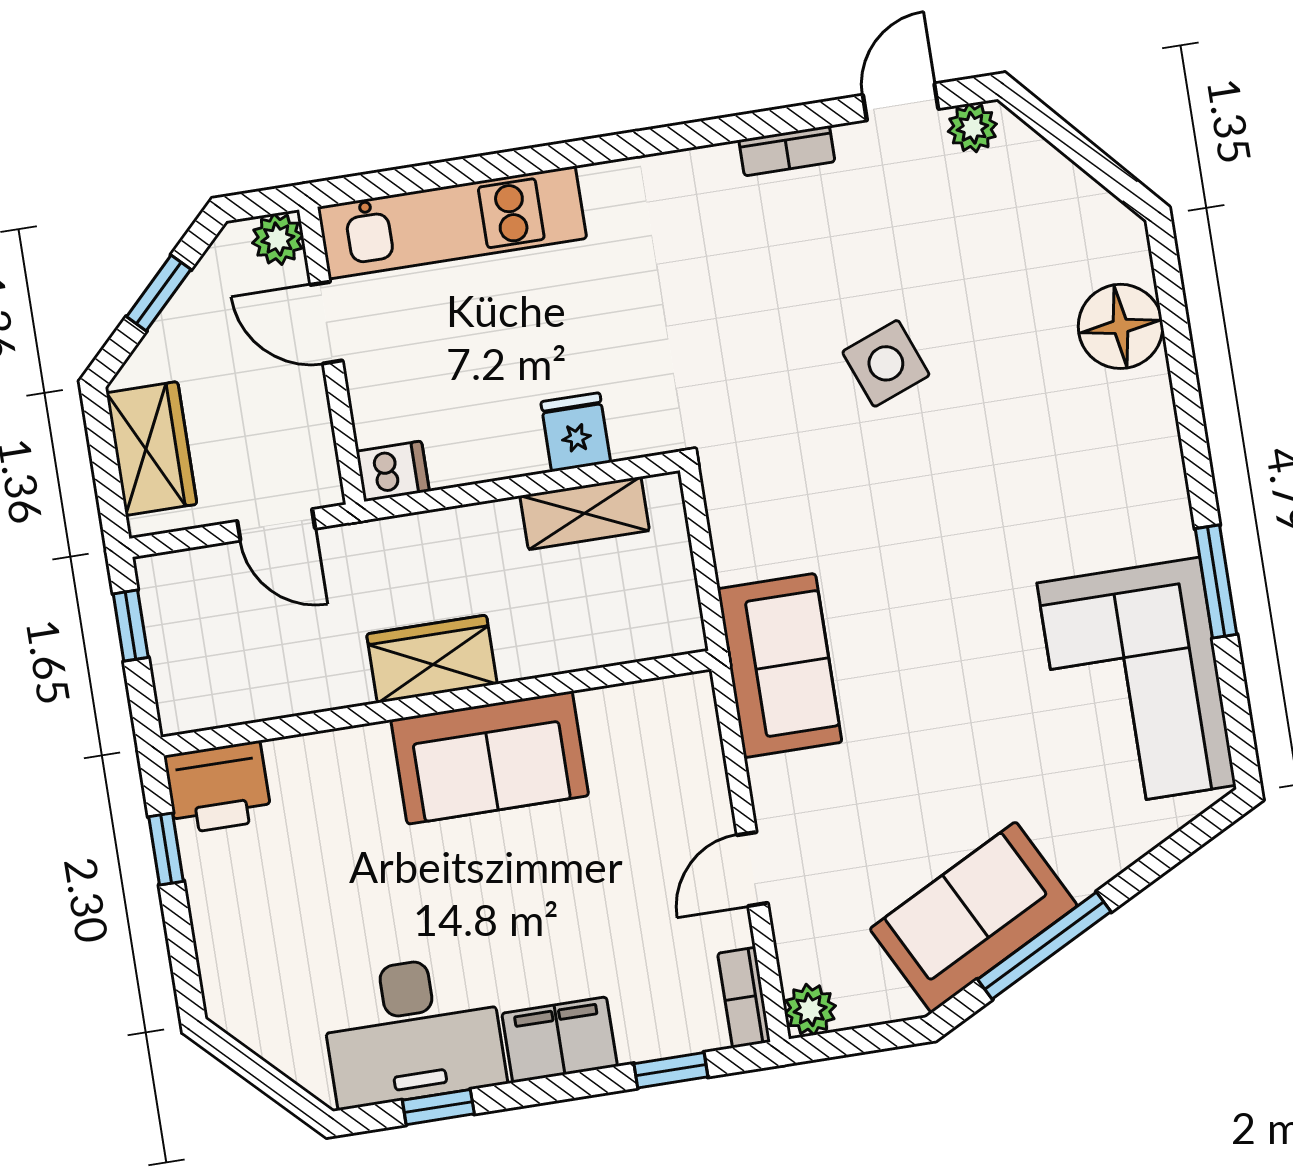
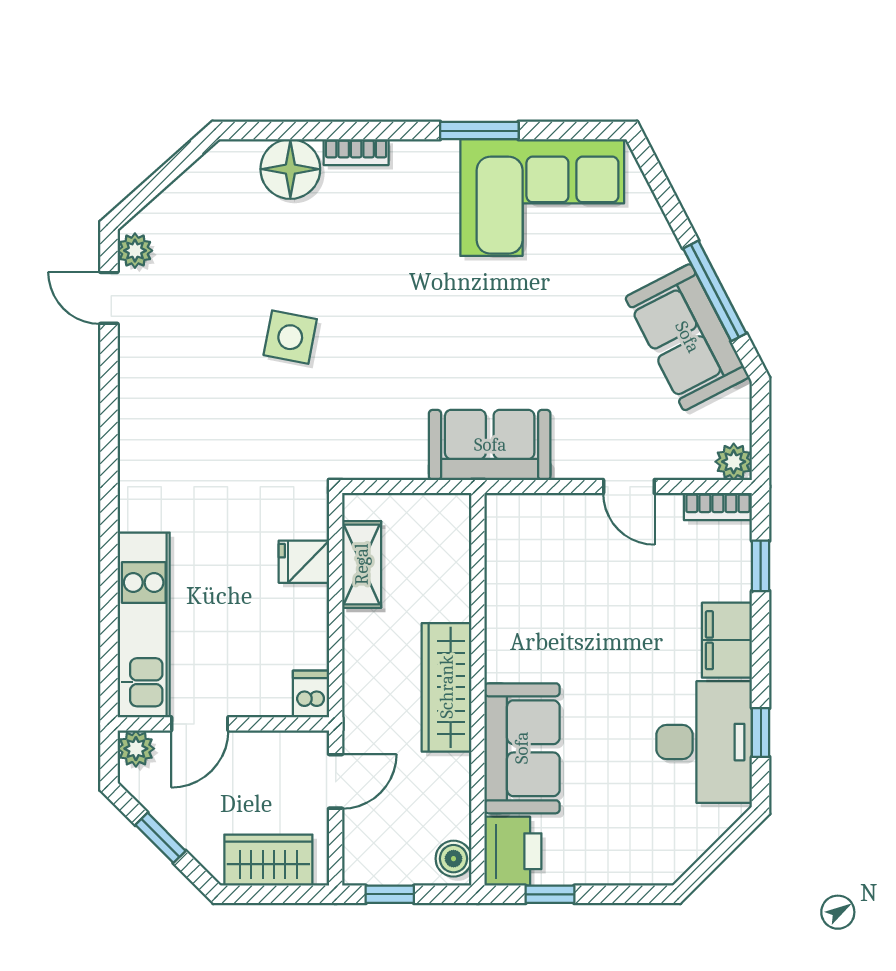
bookcase: (787, 151) -> (356, 152), moved, turned 90
side table: (886, 363) -> (290, 337), turned 32
wardrobe: (432, 659) -> (447, 687), width x1.50
boiler: (195, 706) -> (453, 859), added
sofa: (490, 758) -> (522, 748), moved

